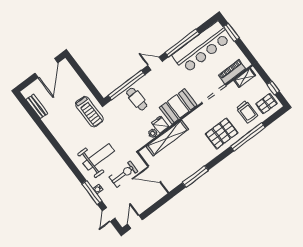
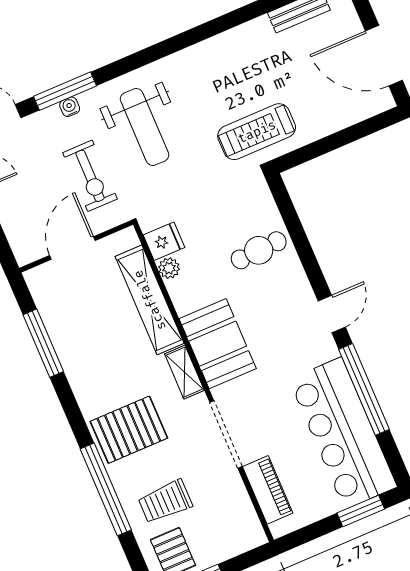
shelving: (245, 78) -> (184, 372), moved
window: (126, 85) -> (297, 234), removed
fridge: (160, 125) -> (164, 241), moved
pallet: (222, 133) -> (129, 430), turned 90

